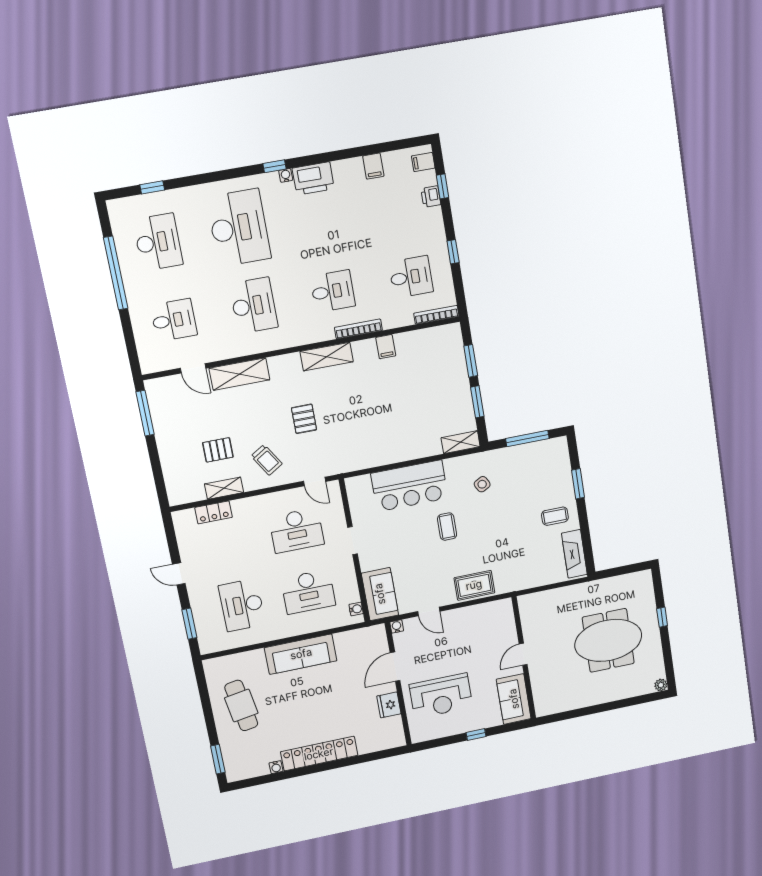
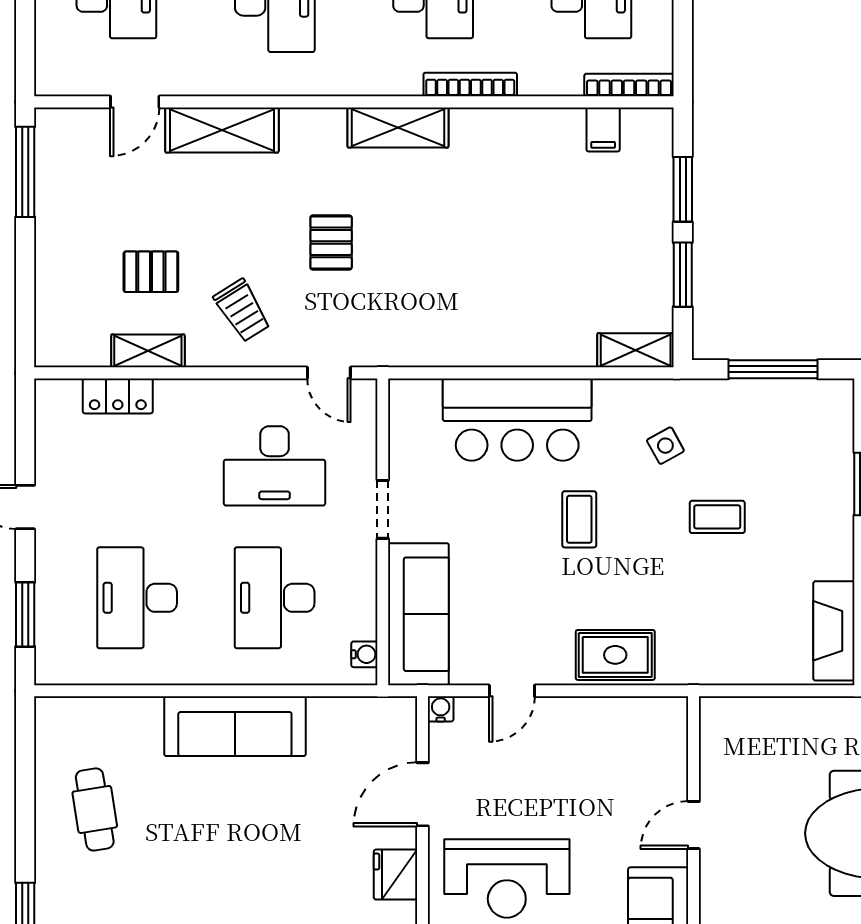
filing cabinet: (386, 347) -> (603, 129), moved
door: (193, 368) -> (135, 102), hinge flipped
coffee table: (555, 516) -> (717, 517), moved
desk: (308, 592) -> (275, 598), turned 90
sofa: (380, 594) -> (418, 614), width x1.36
door: (429, 611) -> (512, 691), hinge flipped
cafe table: (241, 705) -> (95, 809), width x0.73, depth x0.74

